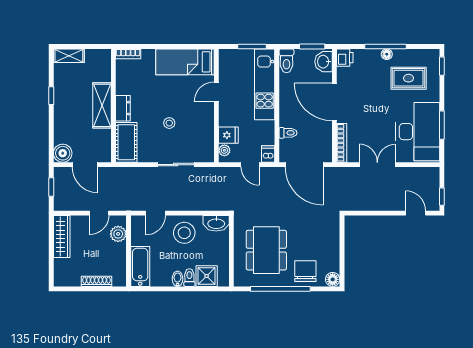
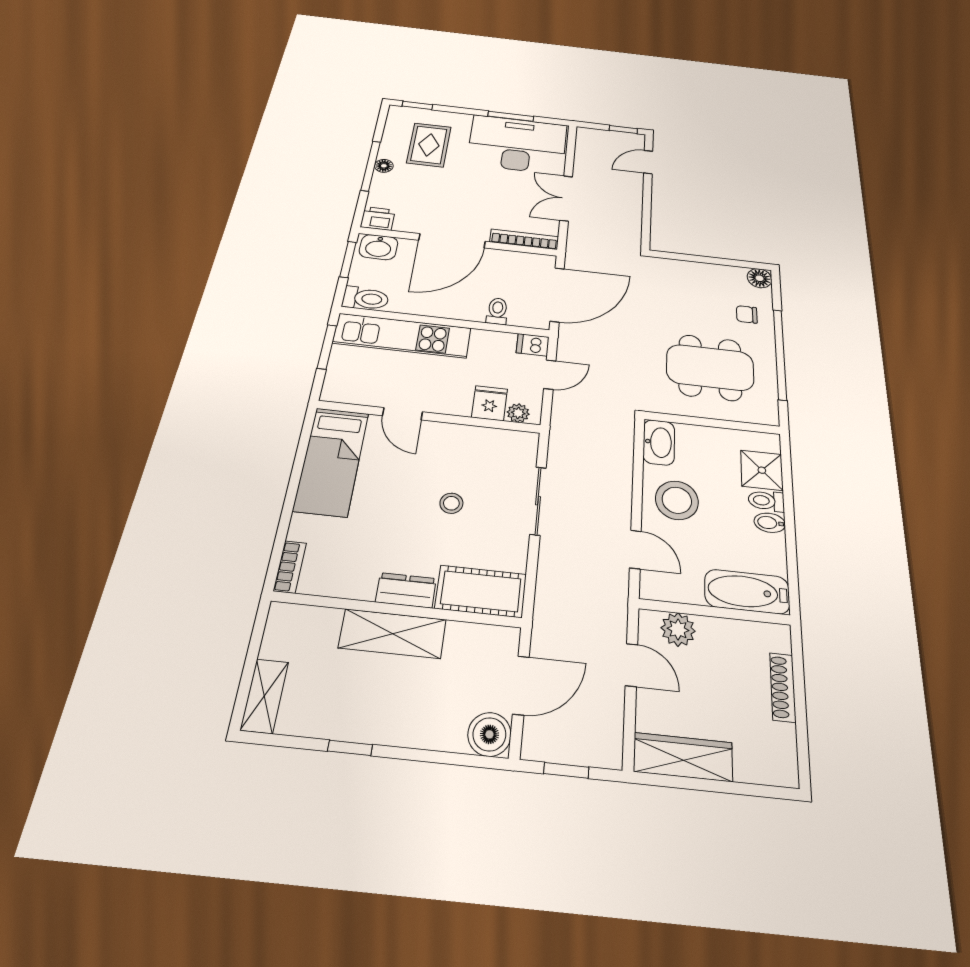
chair: (305, 271) -> (747, 314), width x0.54, depth x0.54

